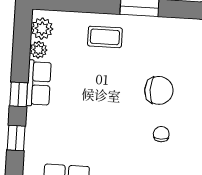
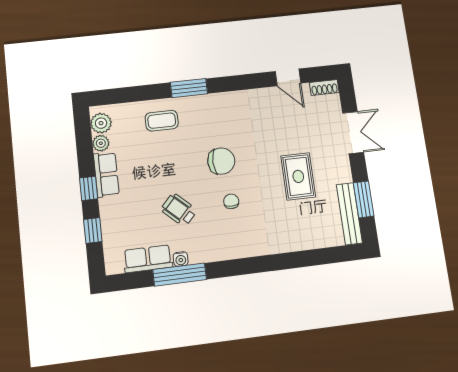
wheelchair: (106, 133) -> (179, 210), added

